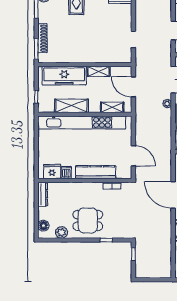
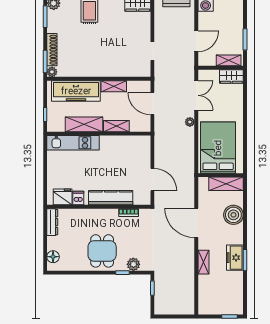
plant: (42, 58) -> (52, 72), added
shelving: (112, 107) -> (116, 126), moved
kitchen unit: (82, 123) -> (73, 143), width x0.54
dining table: (88, 220) -> (102, 251), turned 90
plant: (62, 232) -> (133, 264), moved

